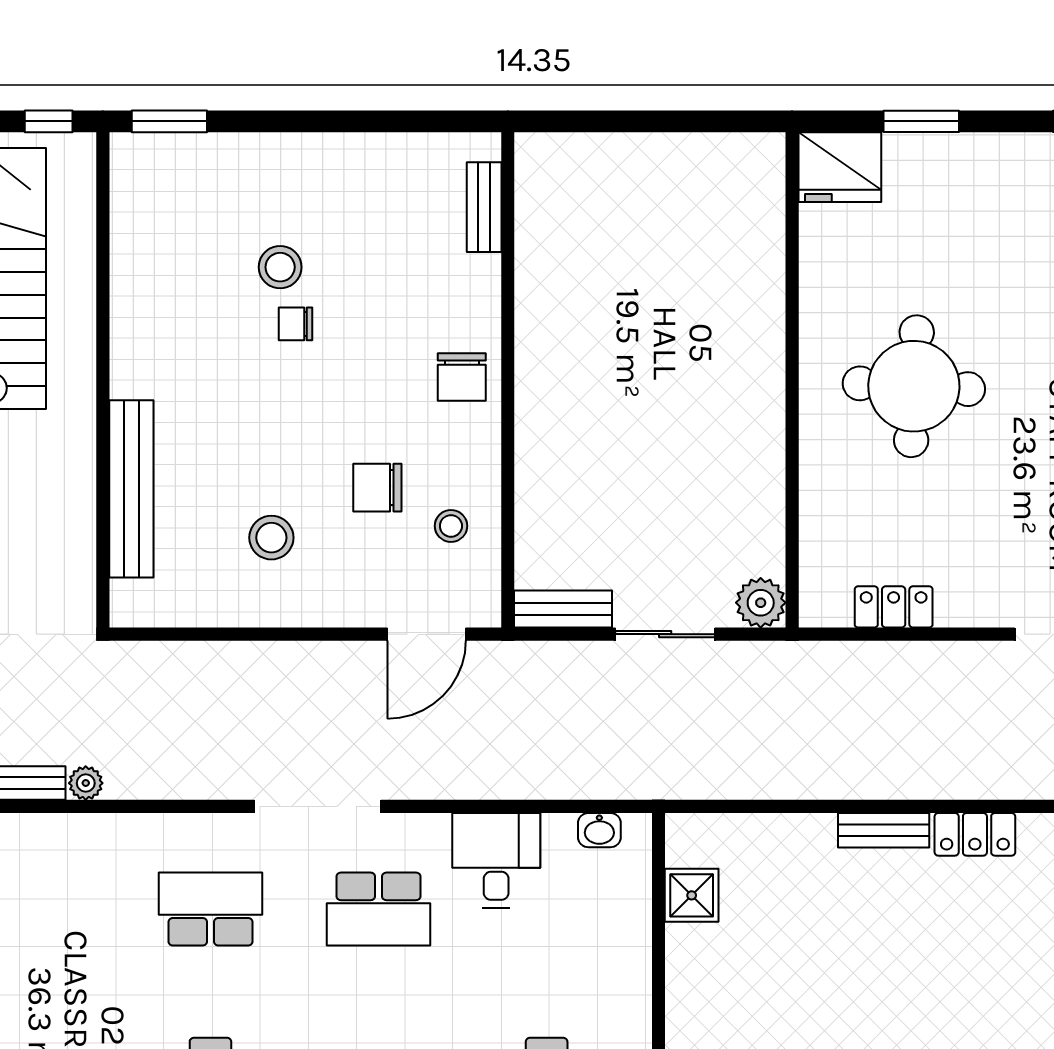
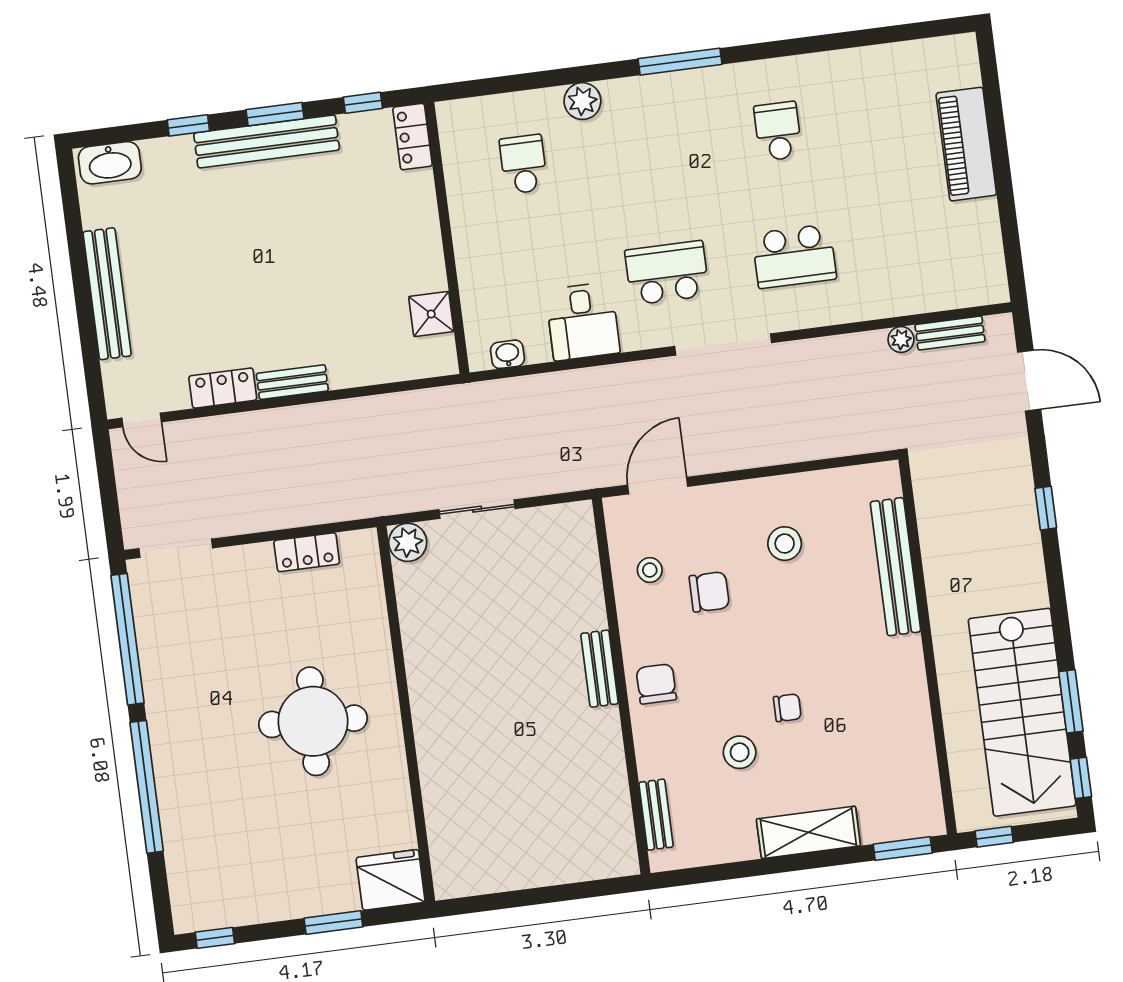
shelving: (289, 158) -> (808, 832), added
stool: (280, 267) -> (740, 752), moved
bench: (563, 609) -> (600, 669), moved, turned 90

